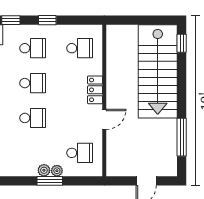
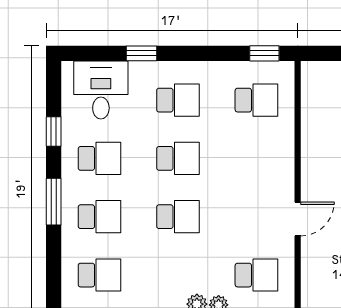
window: (47, 20) -> (264, 53), moved
locker: (95, 90) -> (282, 170), removed

